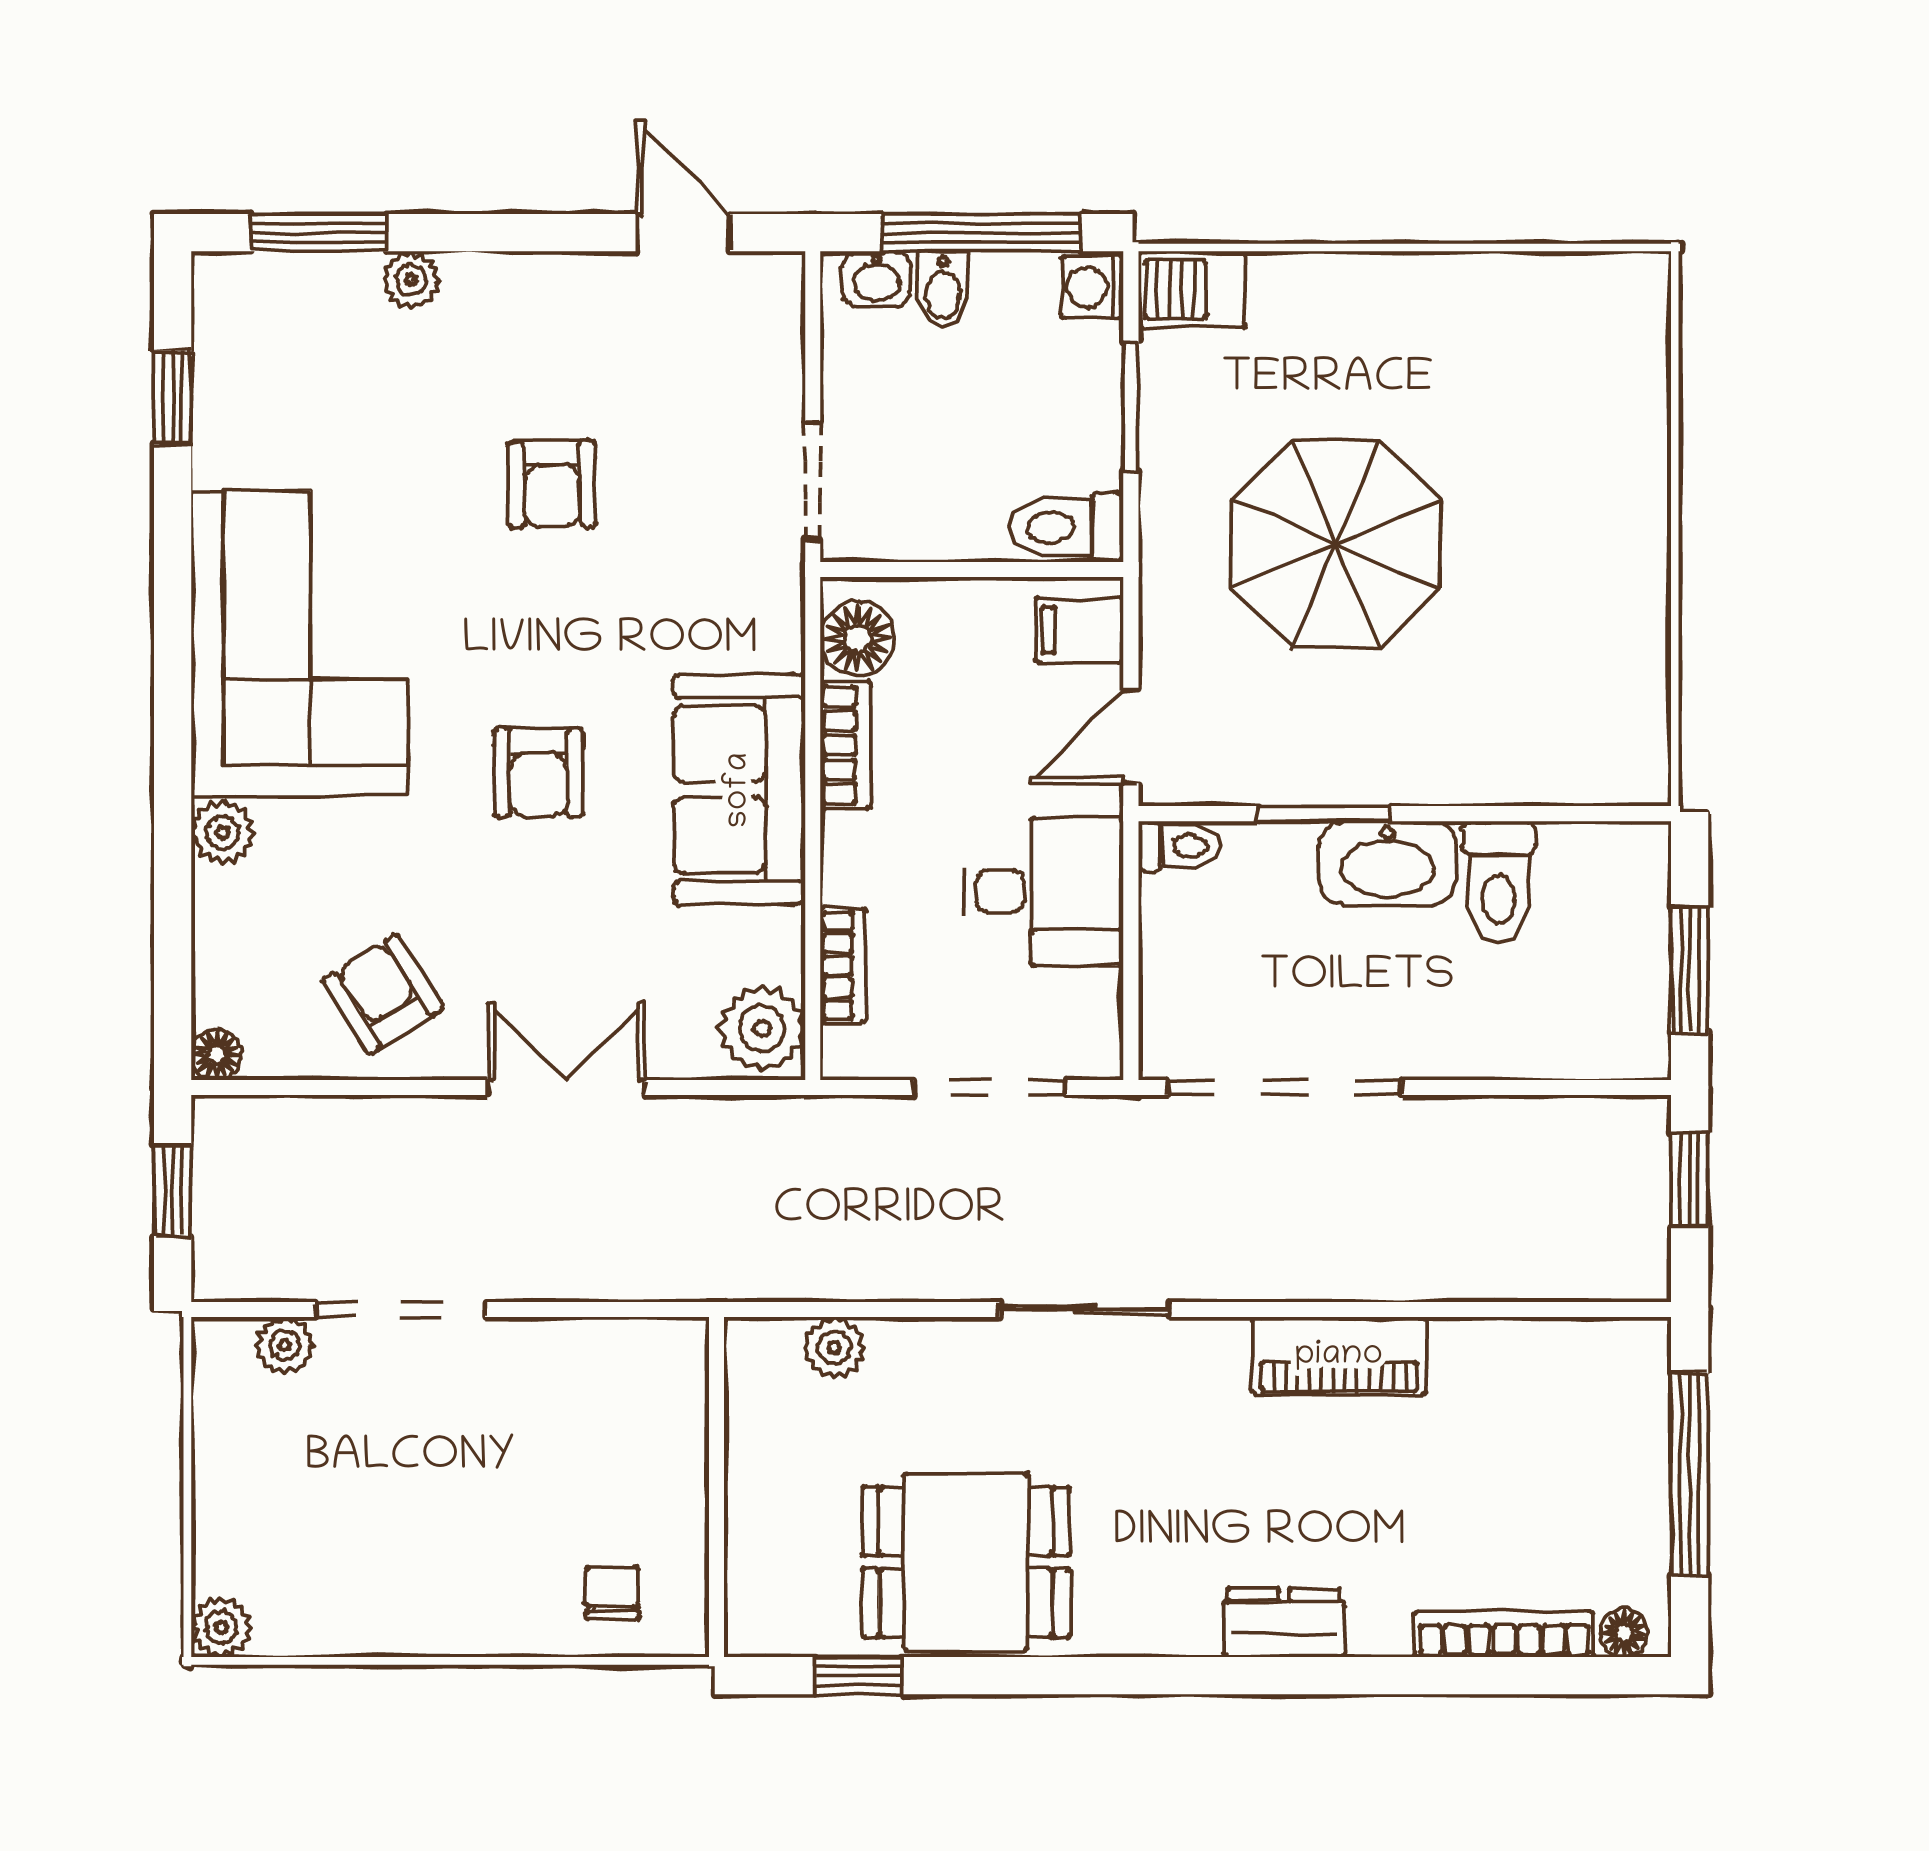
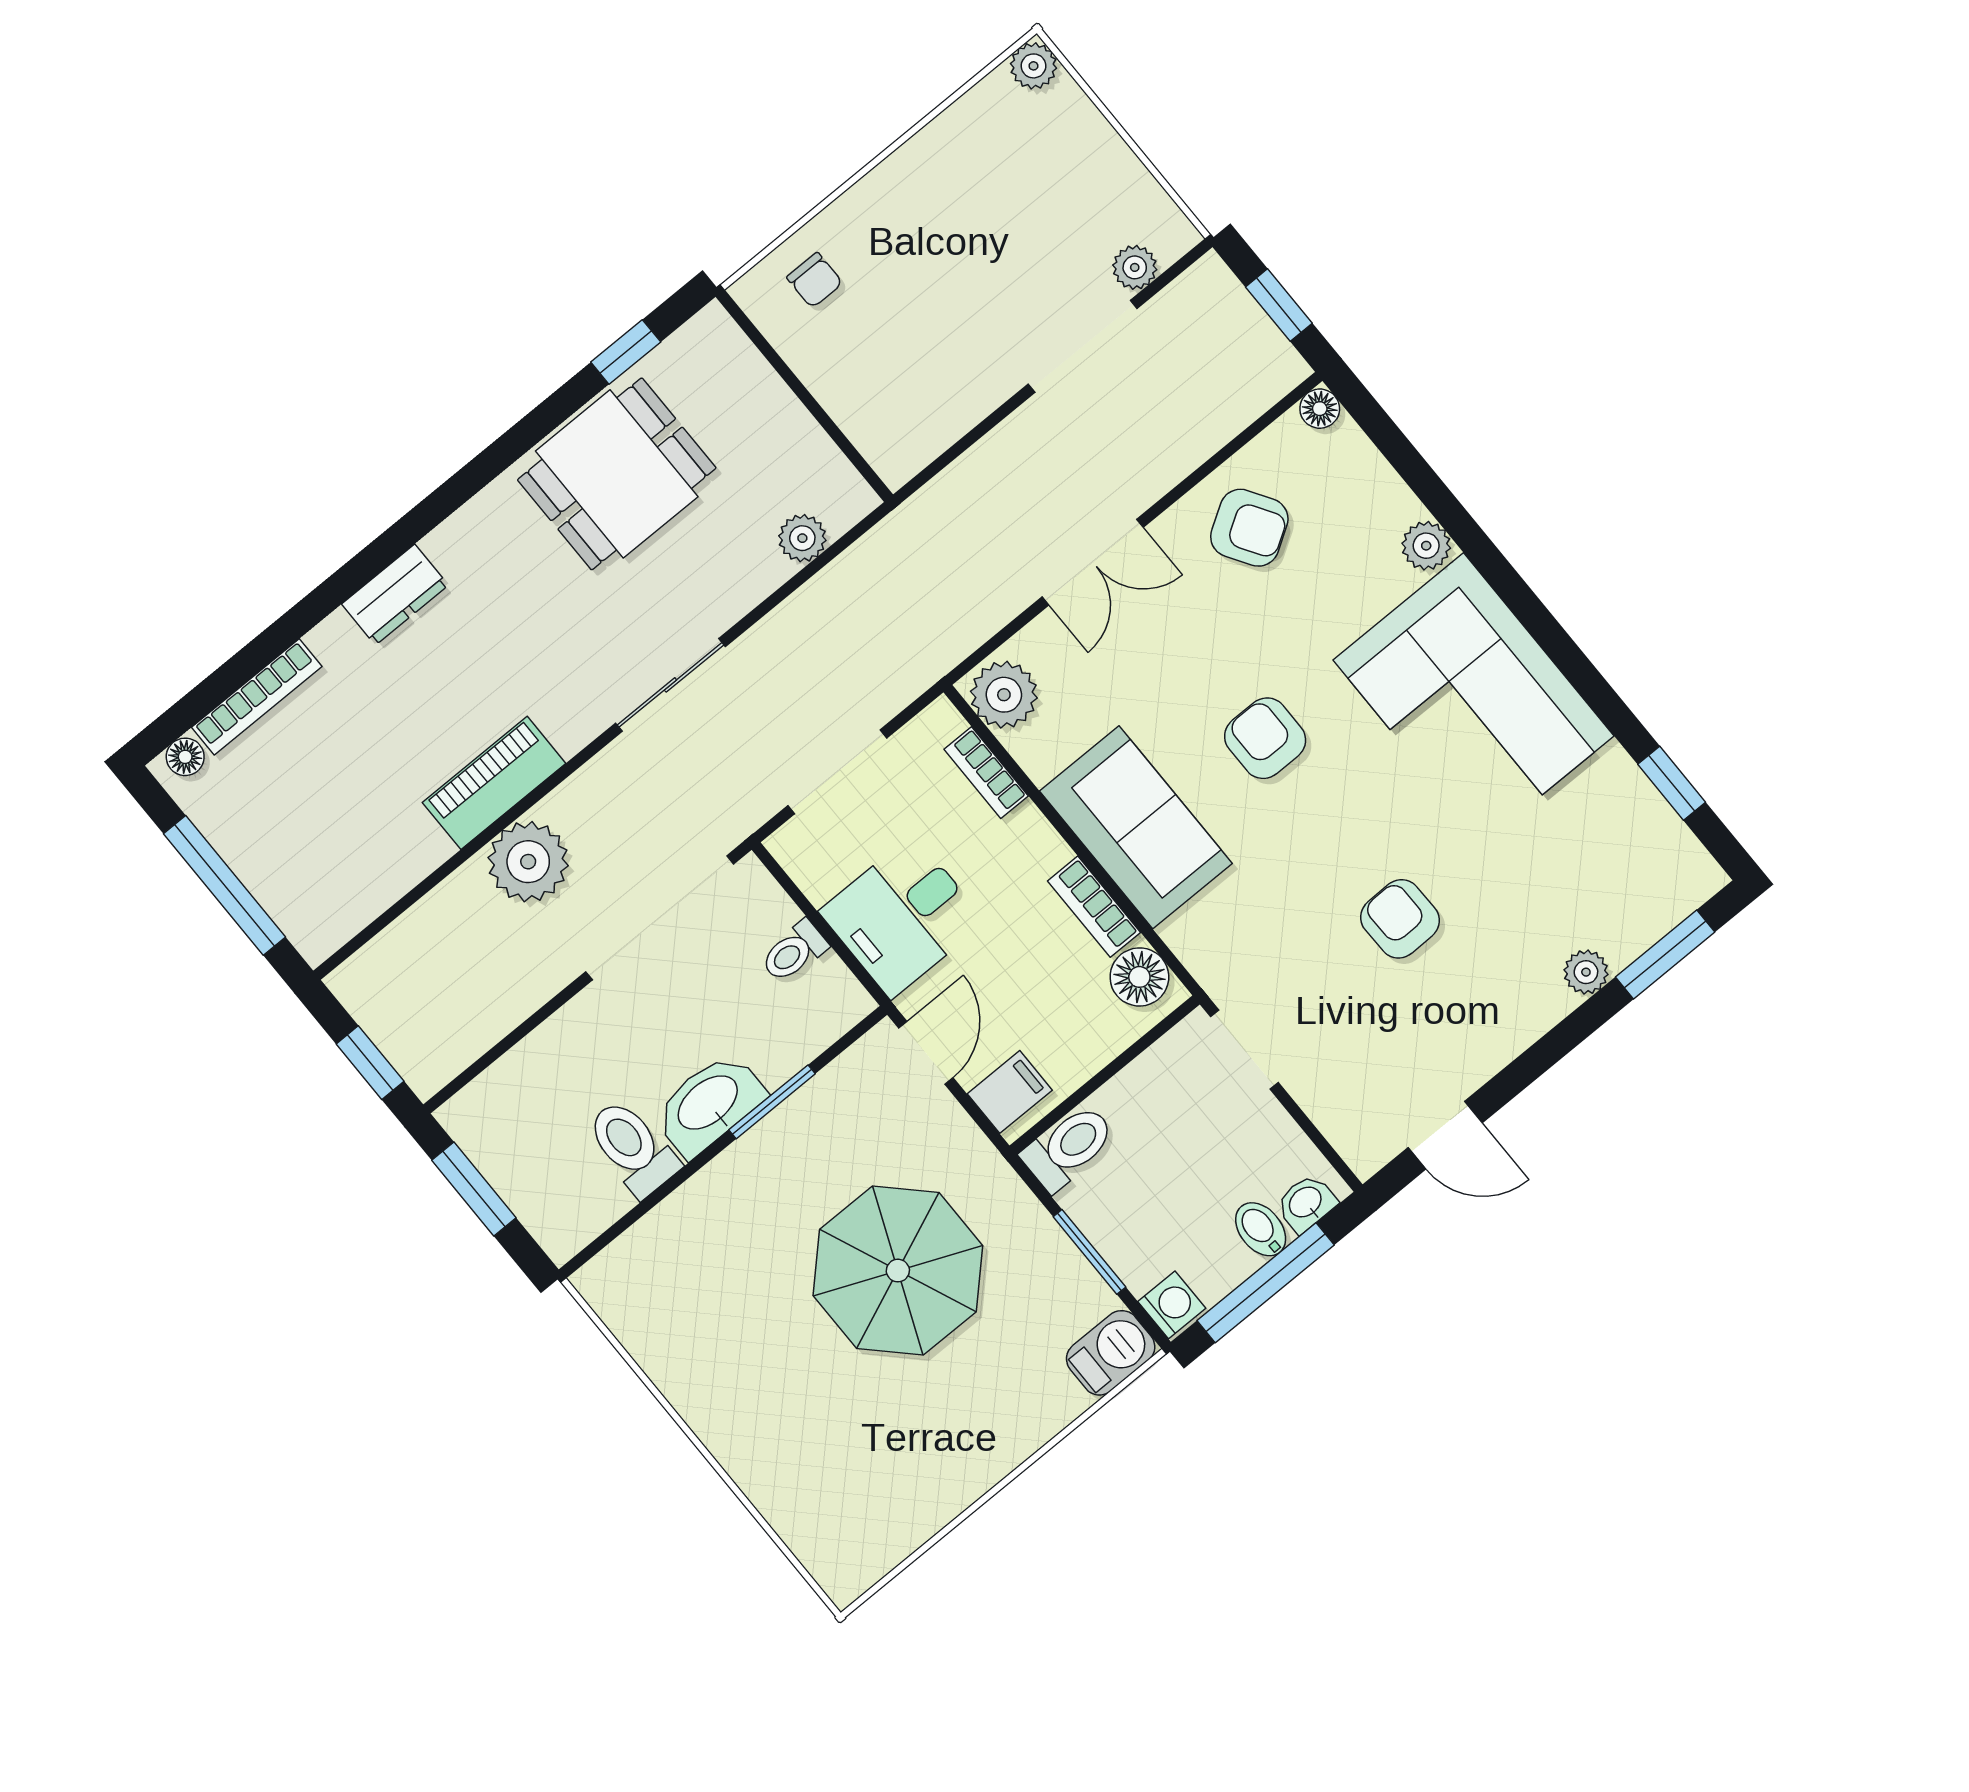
toilet: (1179, 846) -> (794, 952), moved
plant: (1369, 1250) -> (528, 862), added

